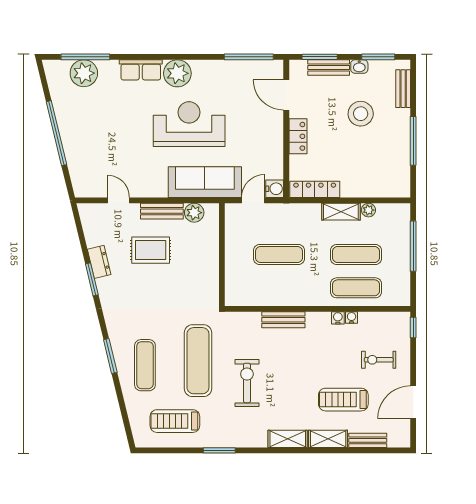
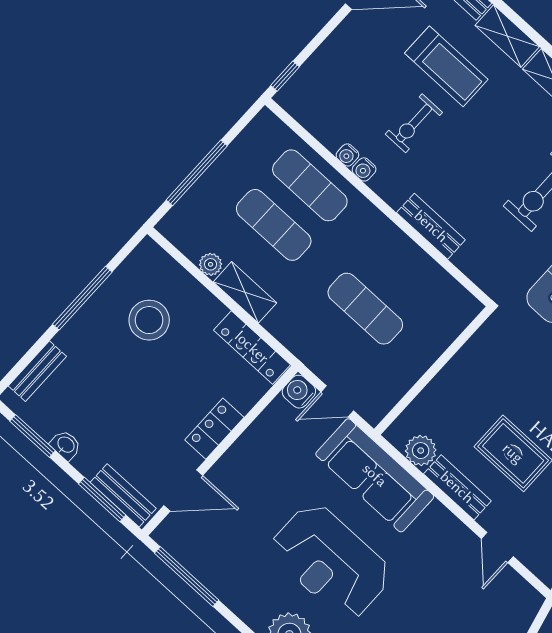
bench: (329, 68) -> (123, 495), moved
door: (286, 95) -> (183, 490), hinge flipped
stool: (361, 114) -> (149, 320), moved
exercise bike: (379, 360) -> (414, 123), moved, turned 90

